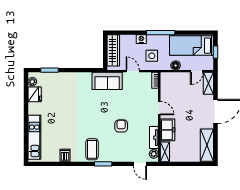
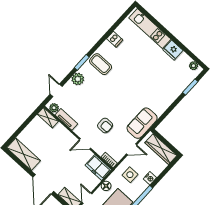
fridge: (35, 94) -> (173, 50), moved
armchair: (121, 126) -> (105, 125), moved
freezer: (167, 130) -> (98, 167), moved
plant: (118, 156) -> (78, 79), added
door: (140, 164) -> (56, 90), hinge flipped

